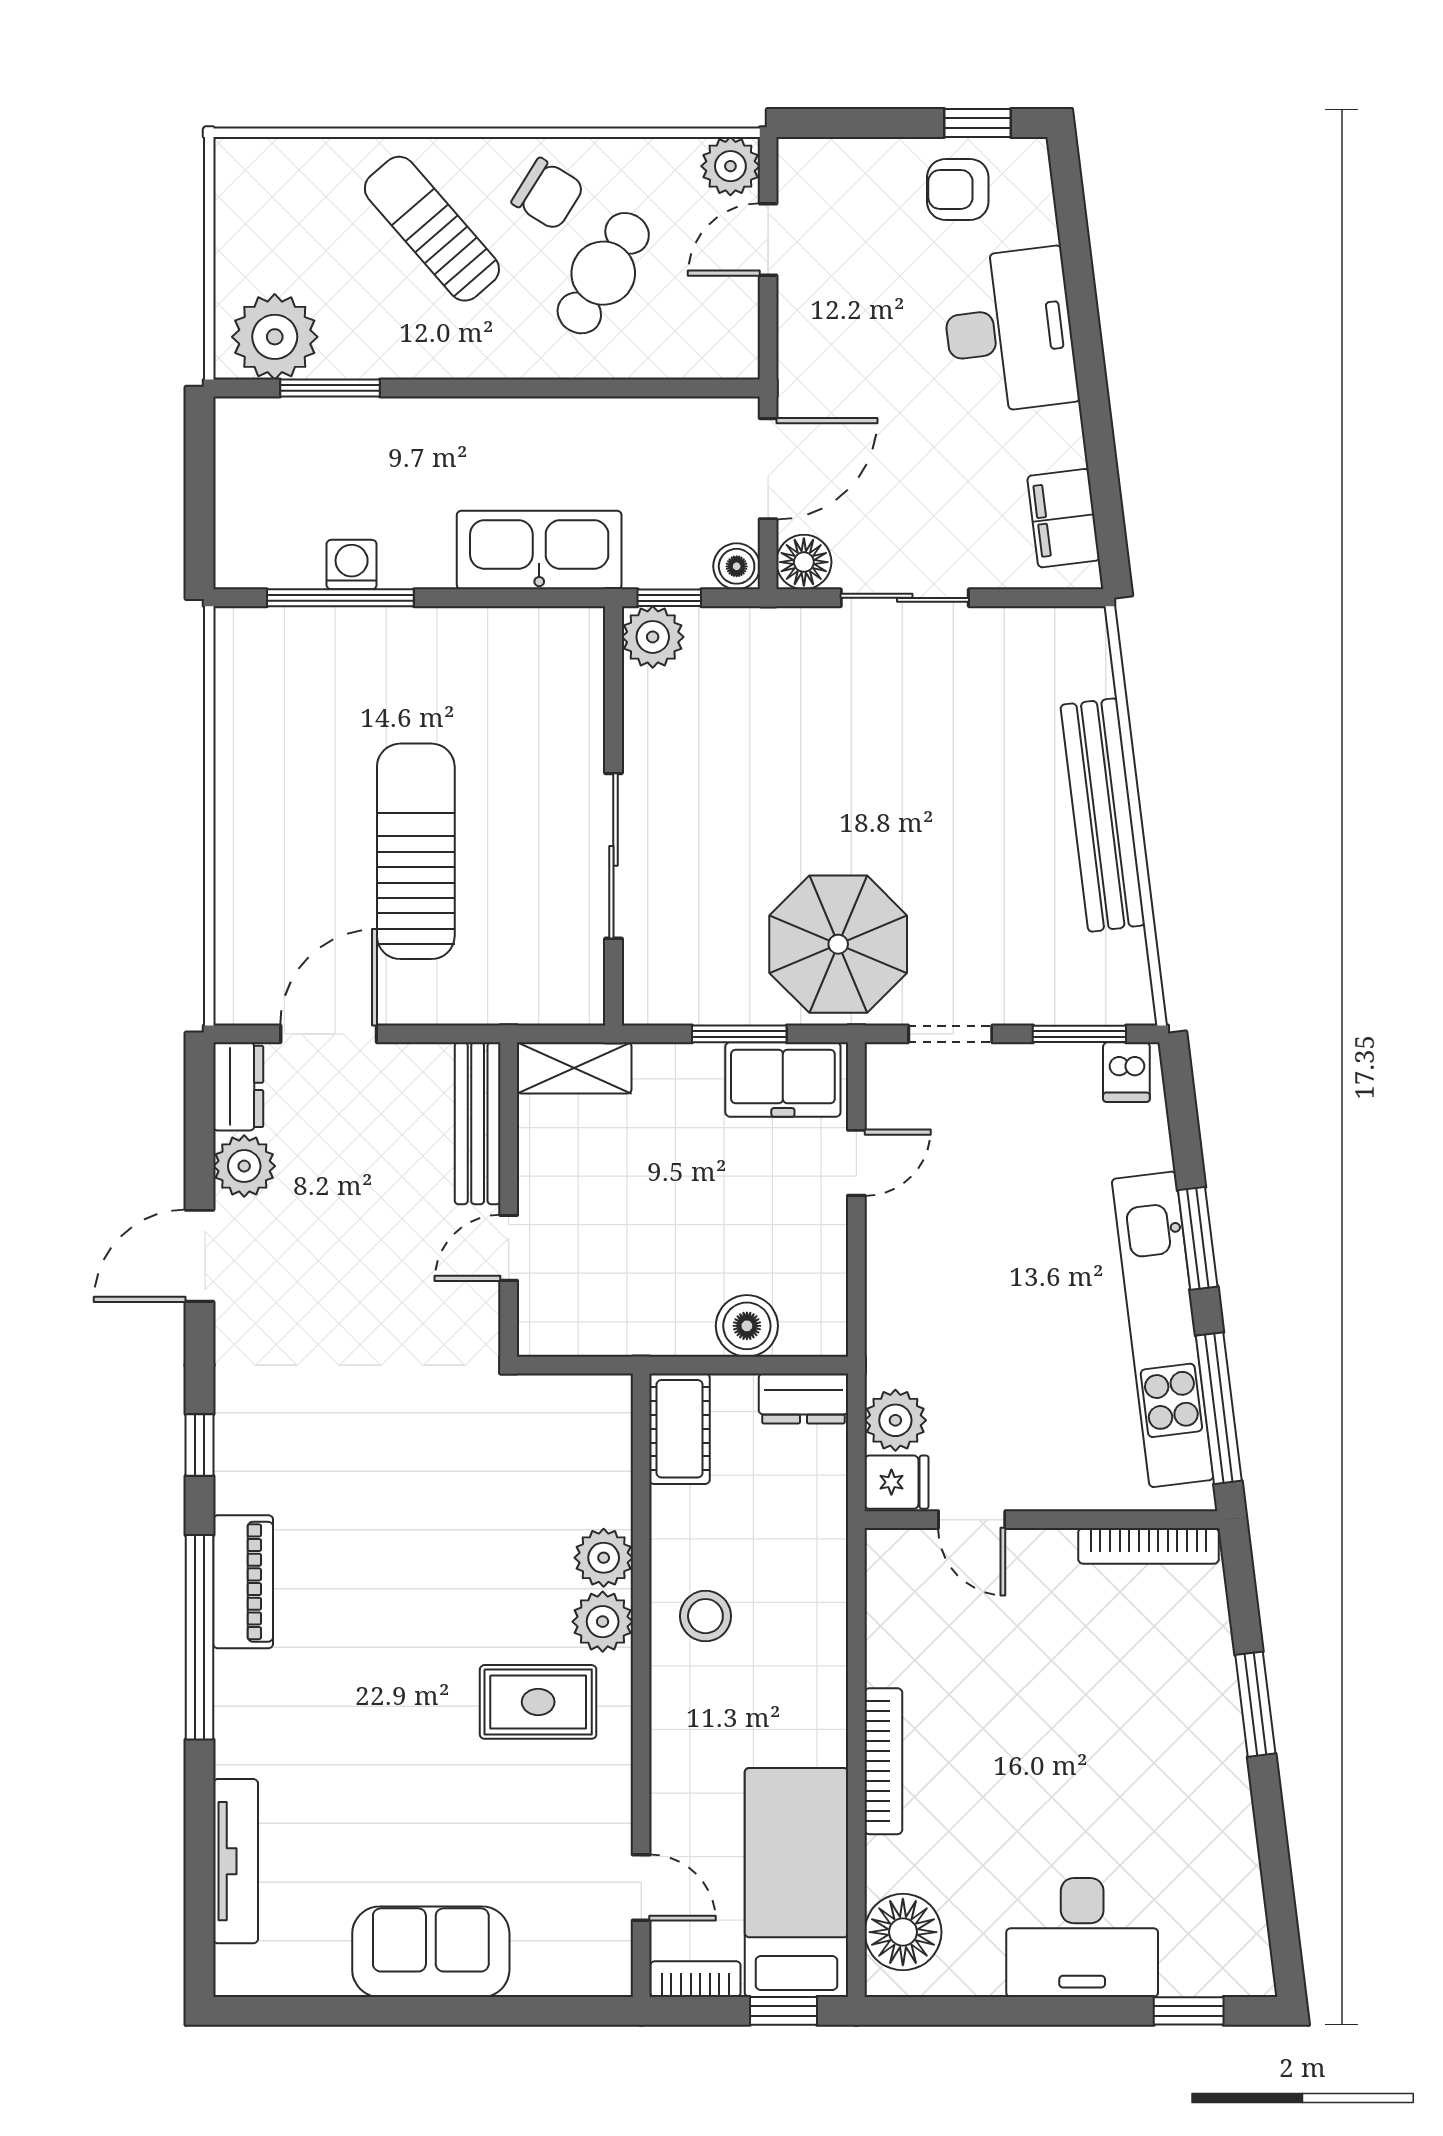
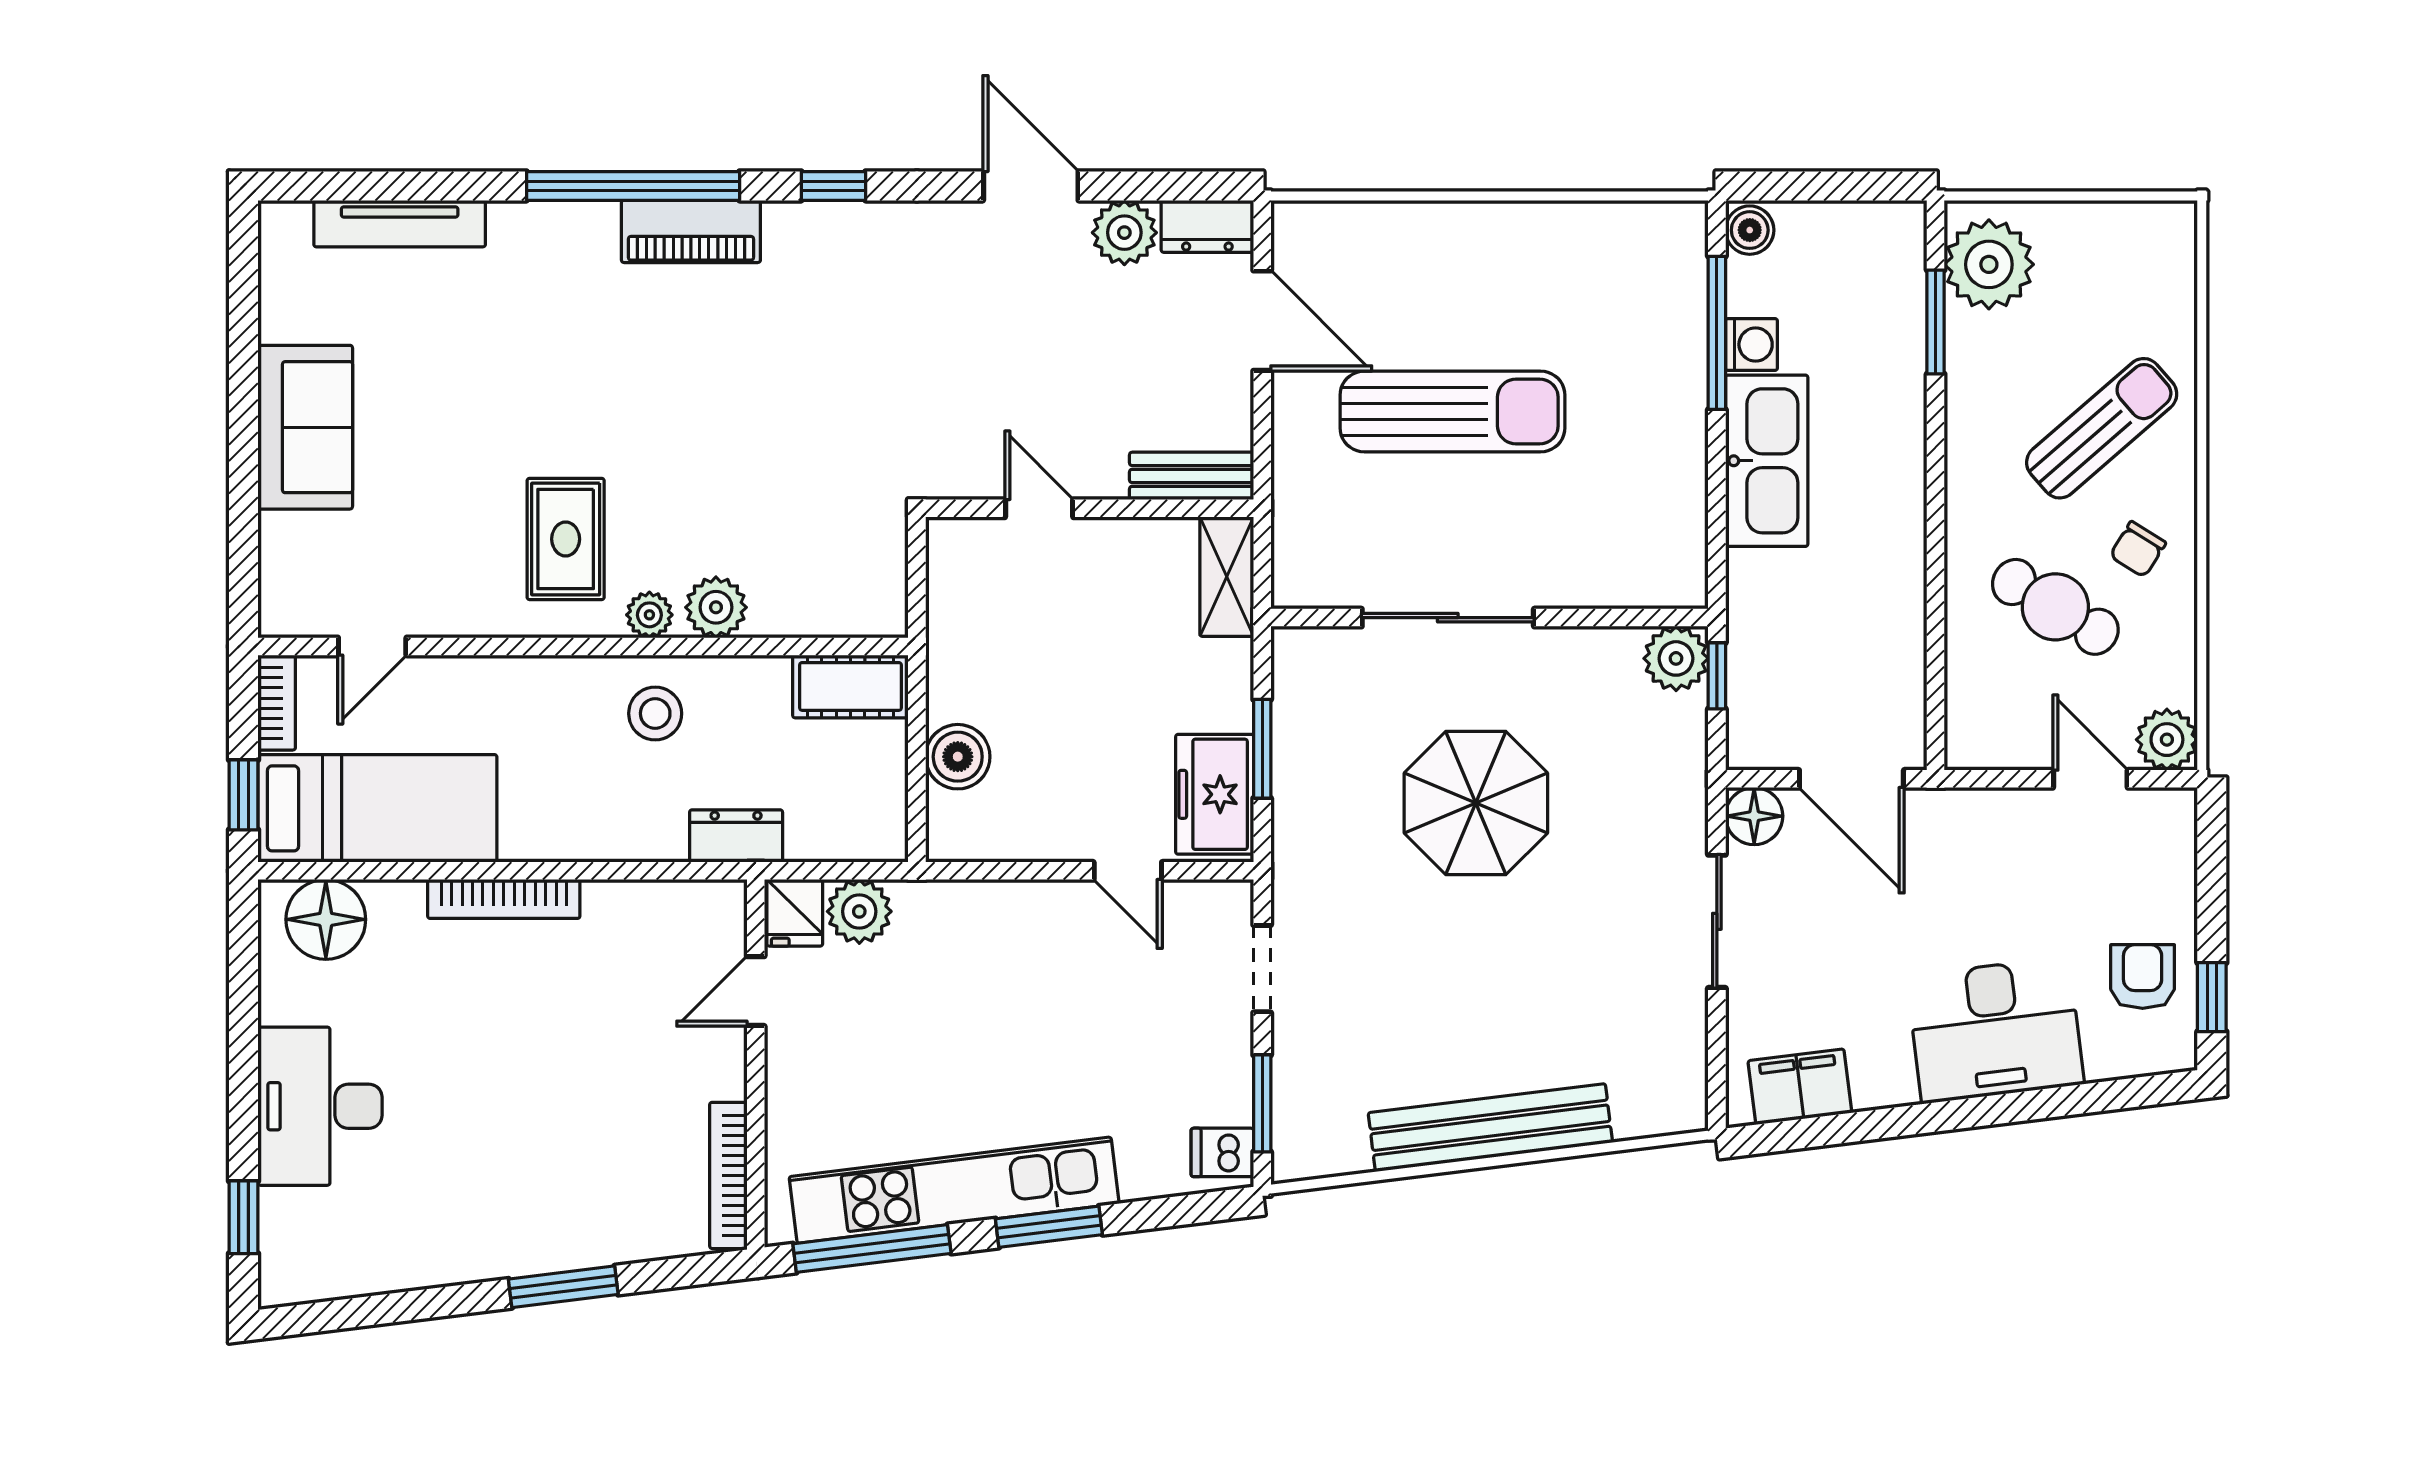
chair: (548, 194) -> (2138, 549), width x0.73, depth x0.73
kitchen sink: (539, 550) -> (1767, 461), moved
boiler: (737, 566) -> (1750, 230), moved
parasol: (838, 944) -> (1476, 803), moved
bench: (478, 1123) -> (1192, 476), width x0.73
dresser: (803, 1398) -> (736, 836), moved, turned 90
plant: (603, 1622) -> (649, 615), width x0.73, depth x0.73

